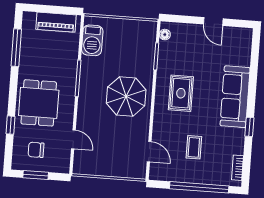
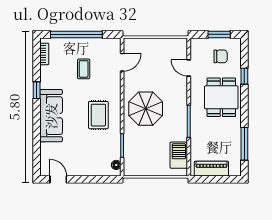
door: (213, 21) -> (58, 179), moved
door: (149, 152) -> (122, 62), swing flipped

